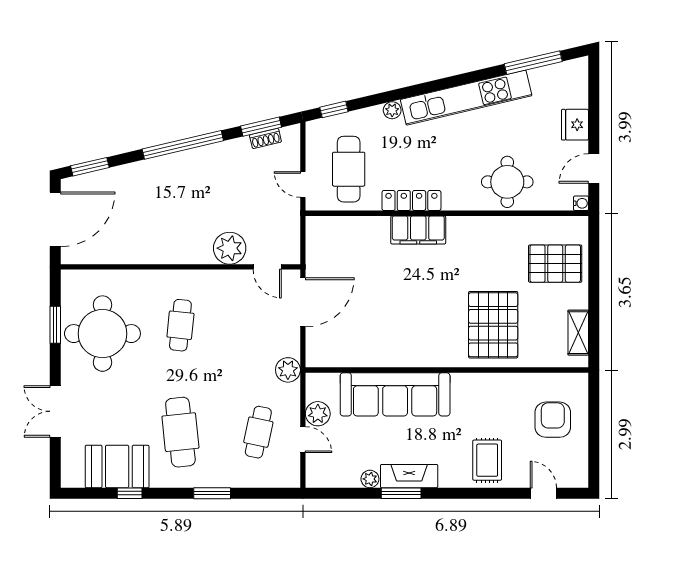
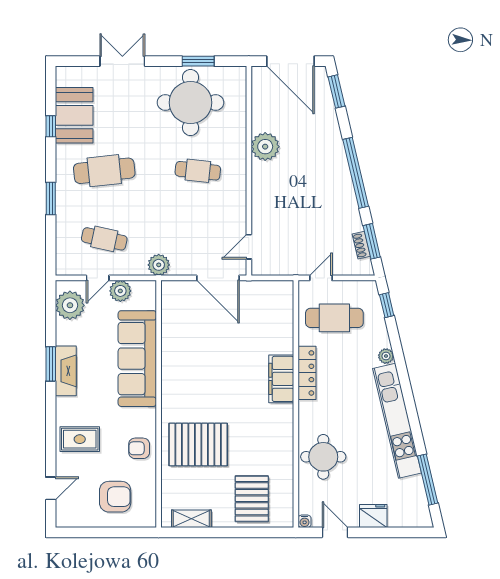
plant: (230, 248) -> (265, 147), moved
armchair: (498, 392) -> (139, 448), added
plant: (370, 479) -> (70, 305), moved, width x1.88, depth x1.88

